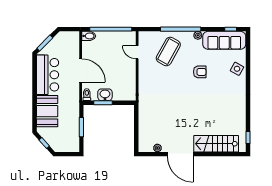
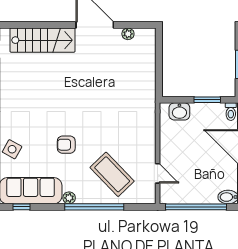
coffee table: (168, 52) -> (112, 174), turned -73
washbasin: (105, 95) -> (179, 111), moved

